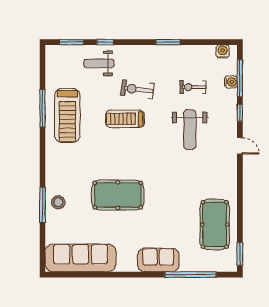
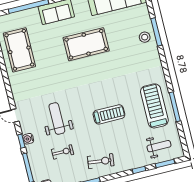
weight bench: (99, 63) -> (159, 146), moved
water cooler: (231, 82) -> (28, 139), moved
exercise bike: (137, 89) -> (101, 161), moved
pool table: (118, 195) -> (86, 44), moved

